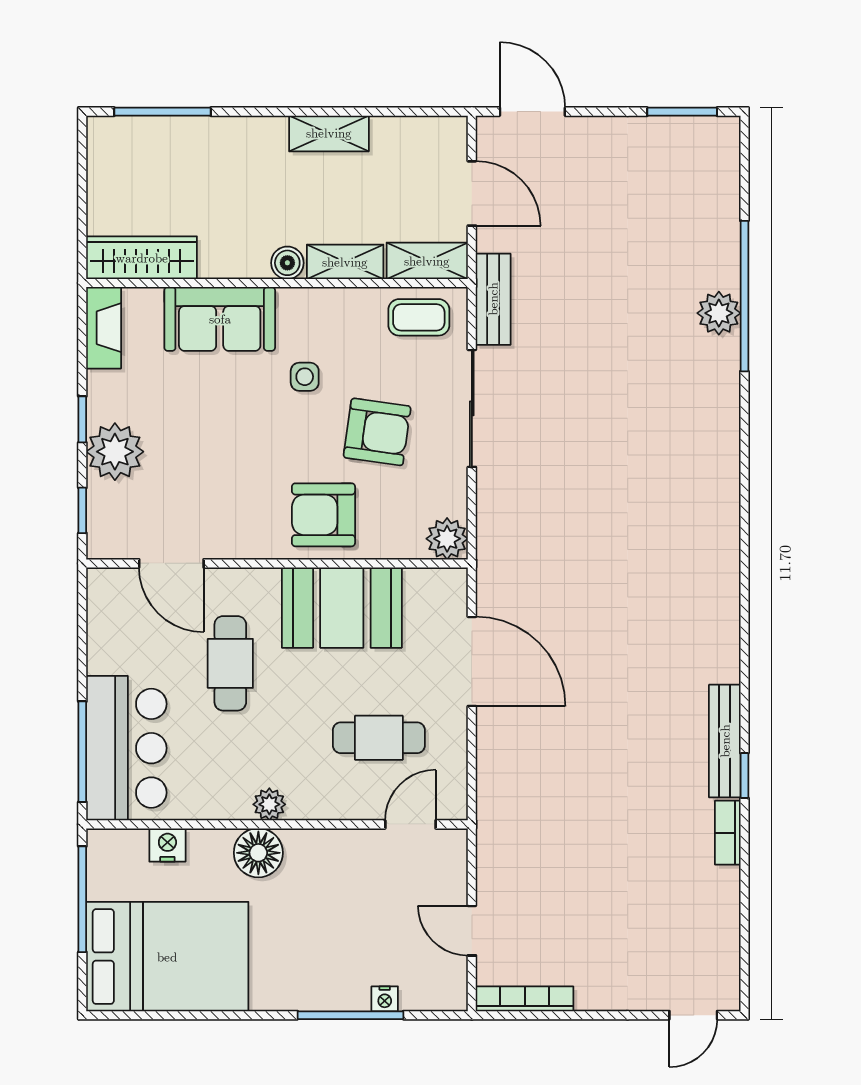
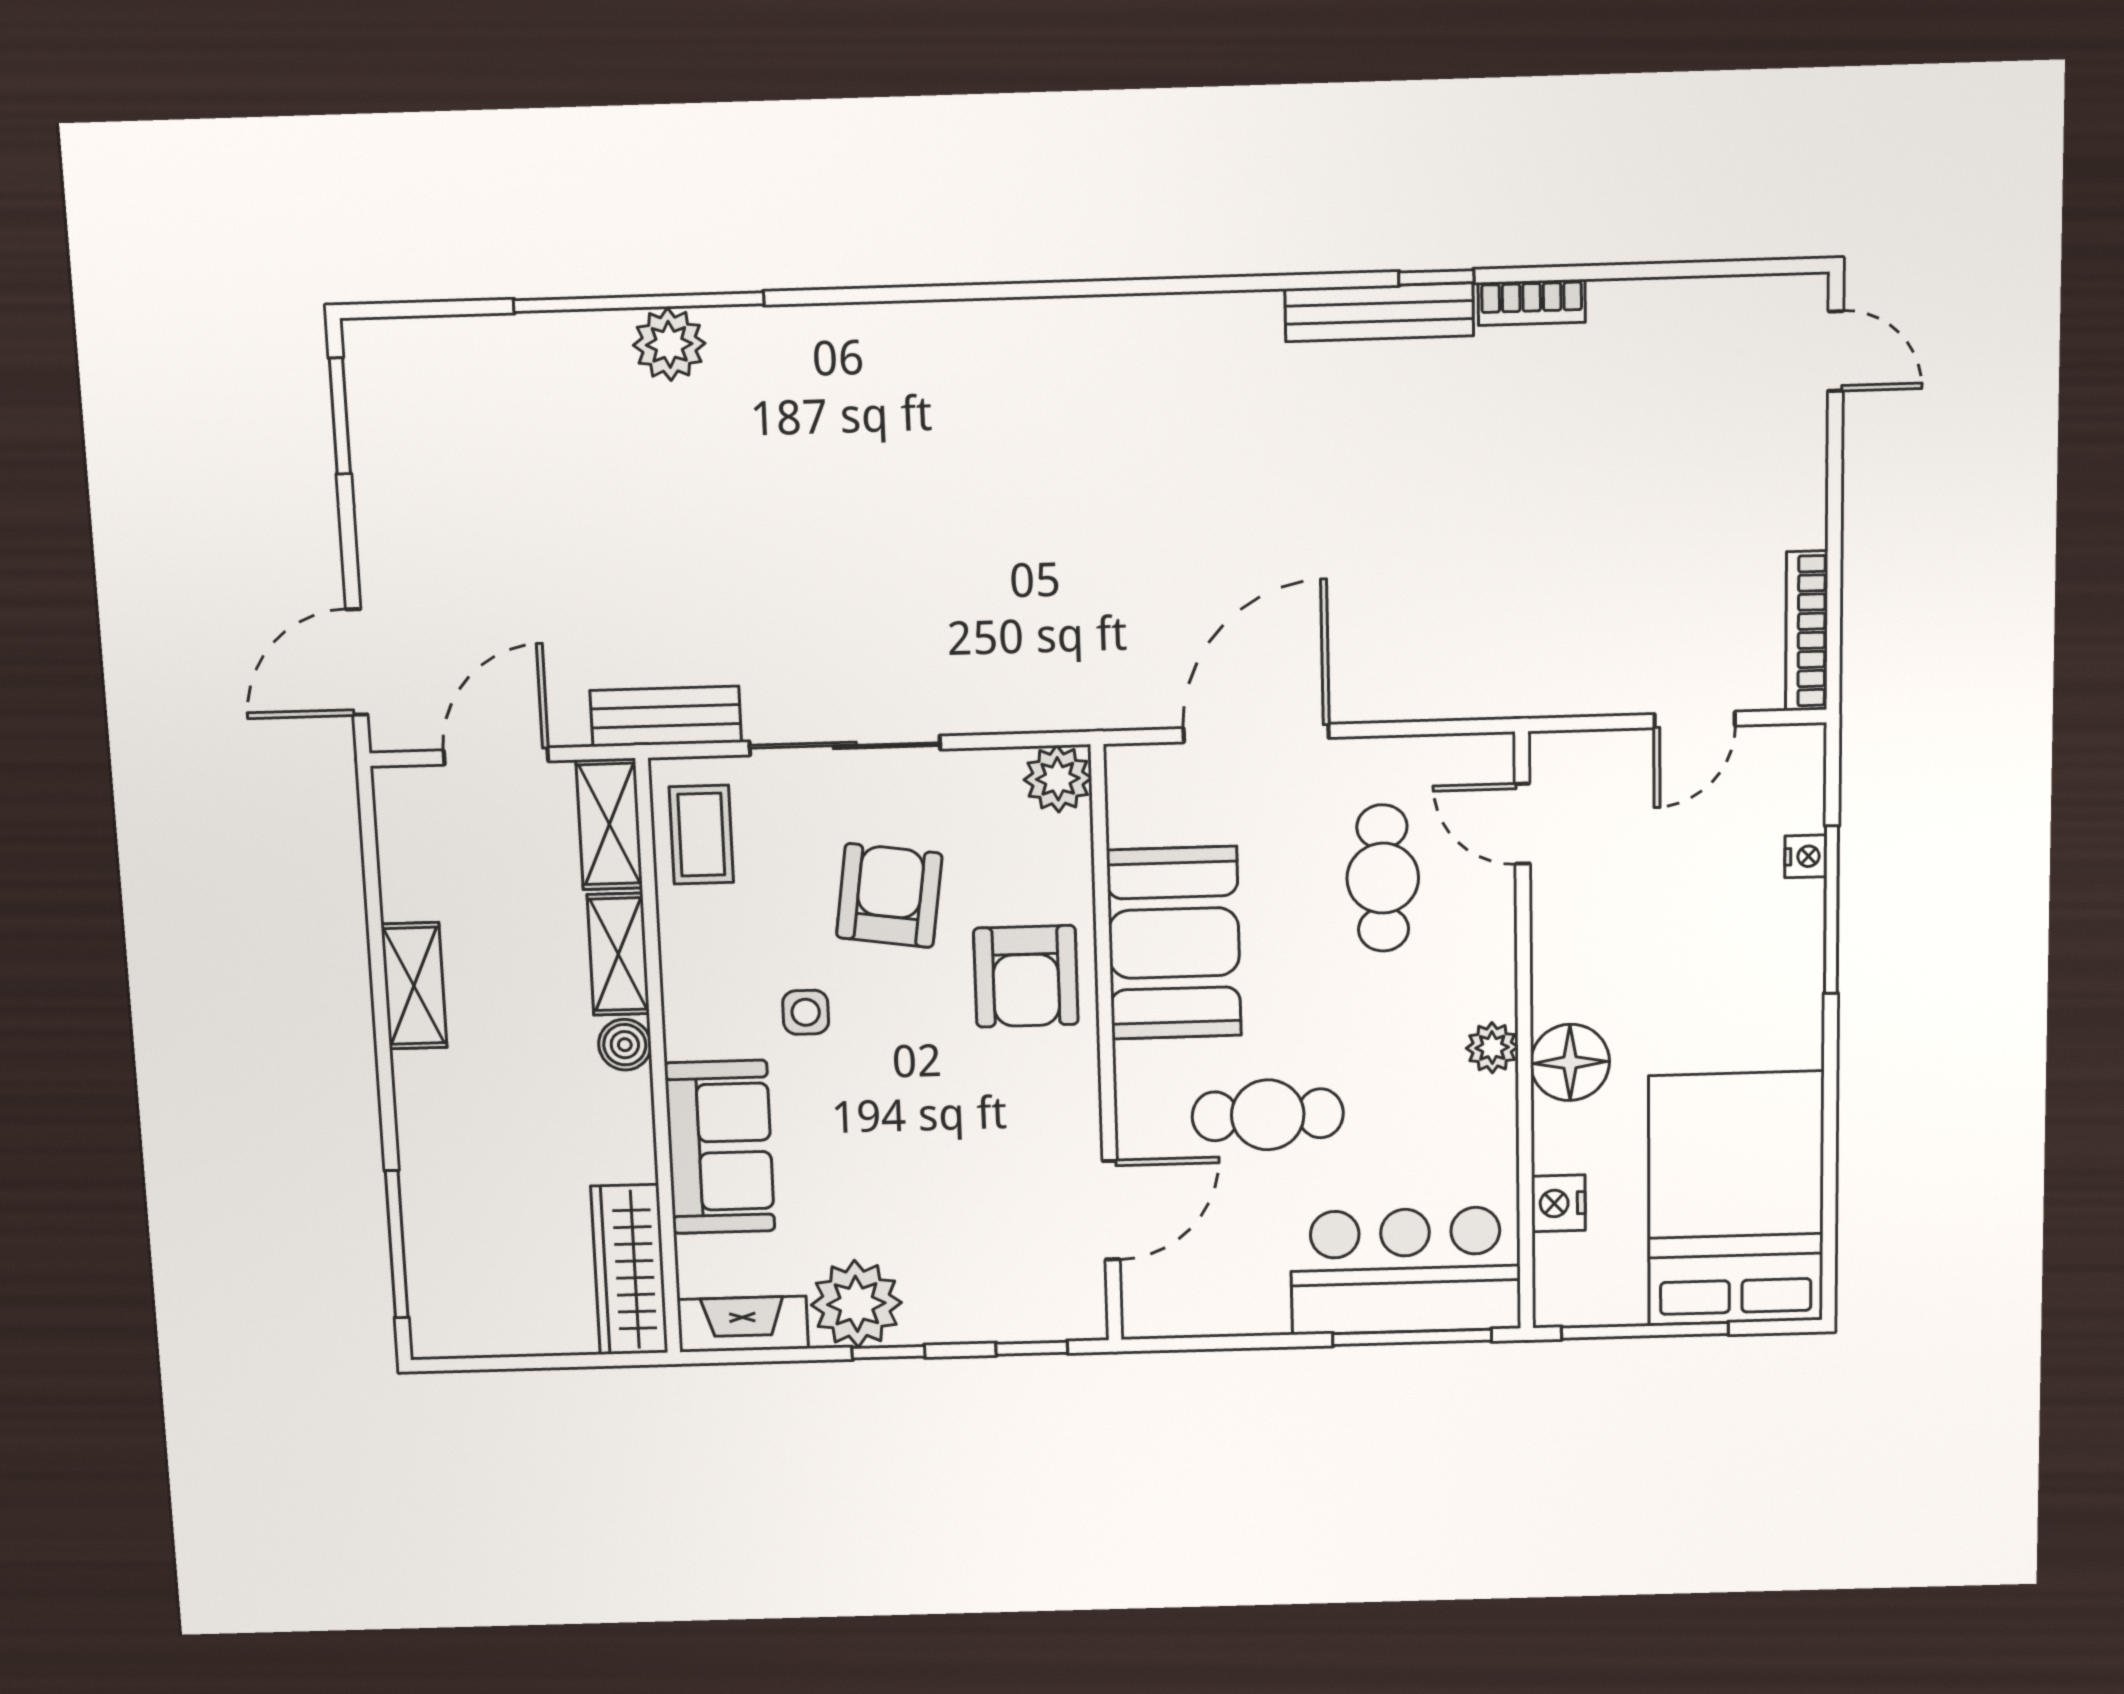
plant: (115, 452) -> (856, 1304), moved

